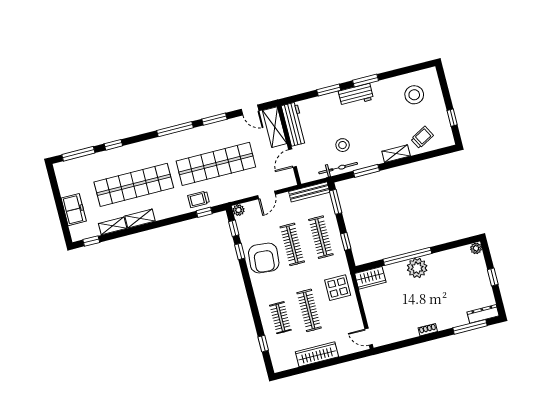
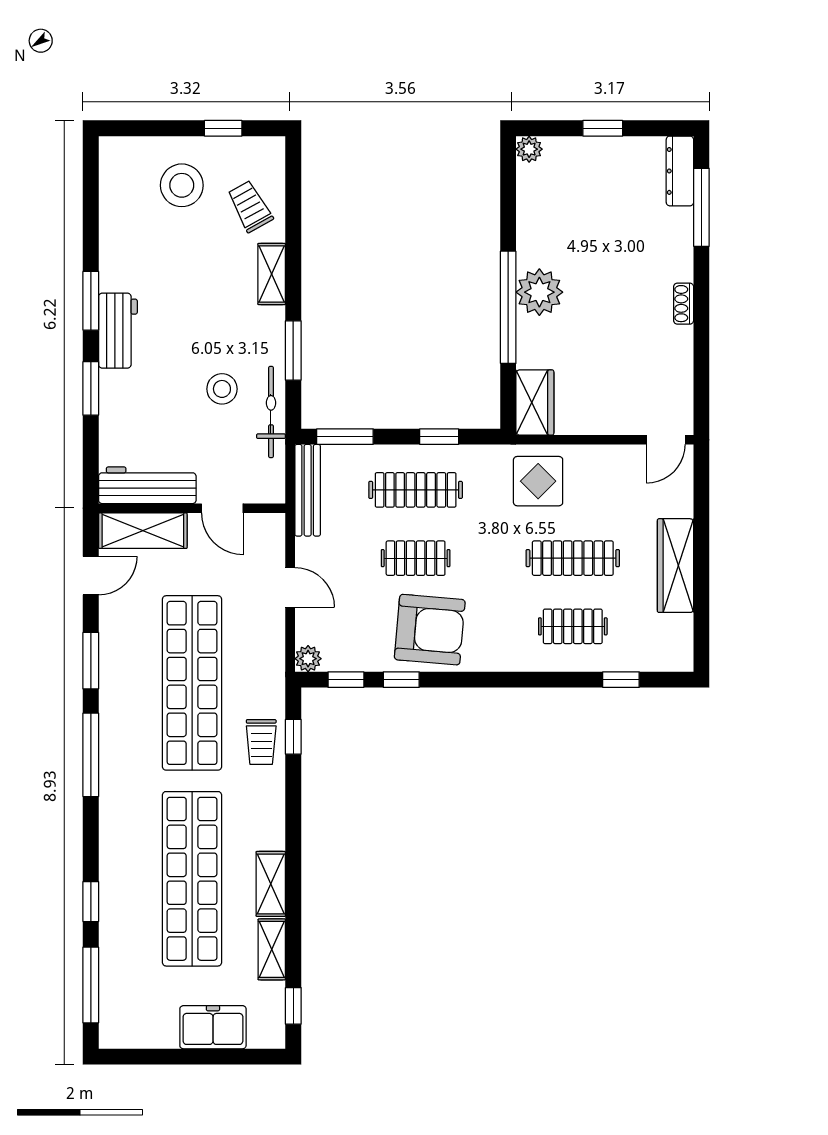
stool: (414, 95) -> (182, 185), moved
clothes rail: (292, 244) -> (416, 558), width x0.73

